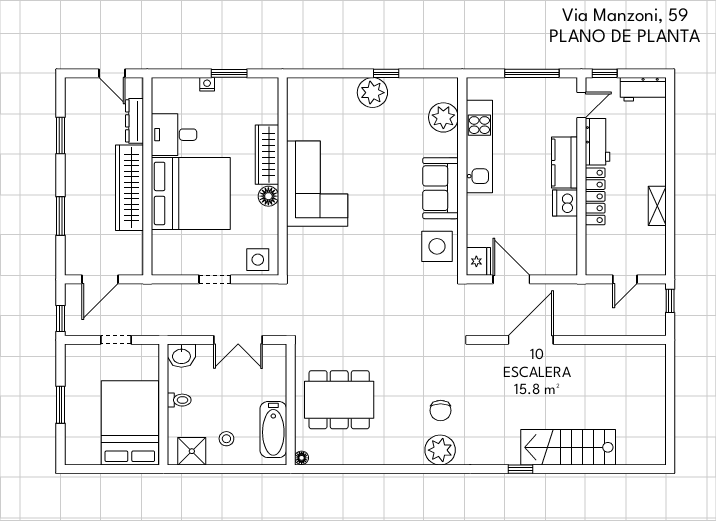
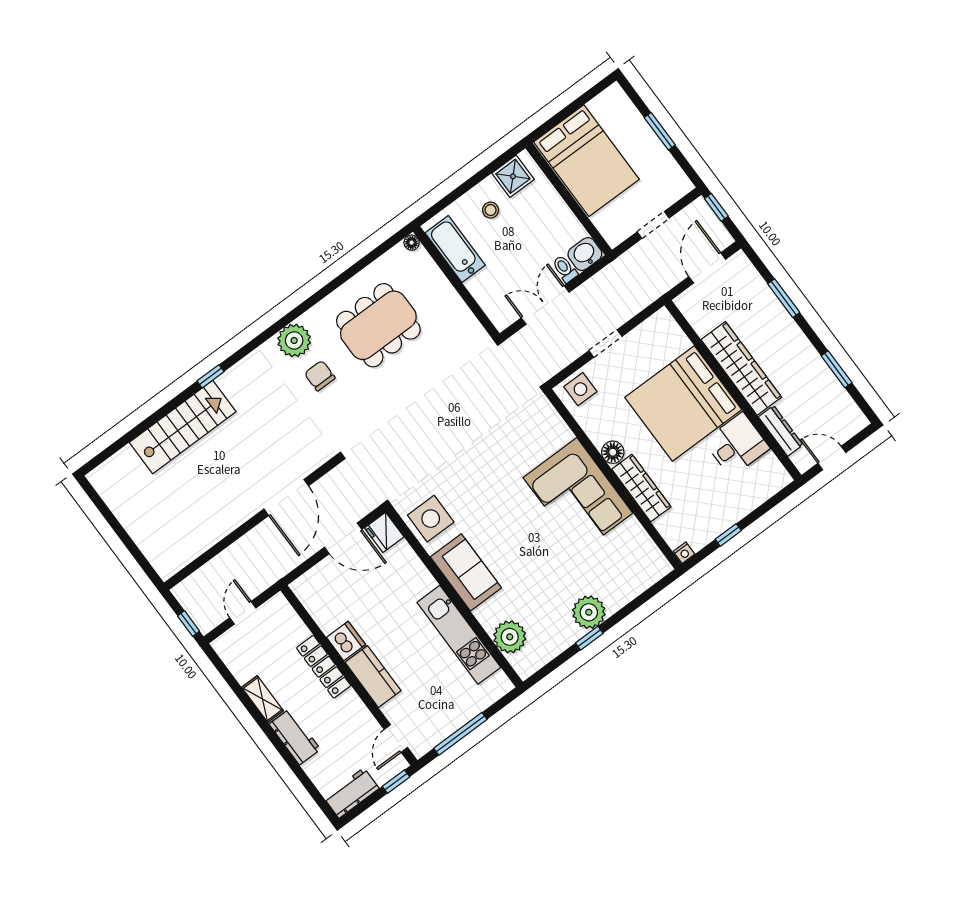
window: (229, 73) -> (728, 535), width x0.67
nightstand: (207, 84) -> (684, 553), moved
workbench: (597, 142) -> (295, 737), moved, turned 180
toilet: (179, 400) -> (565, 269), moved, turned 90
dining table: (339, 400) -> (378, 325), moved

